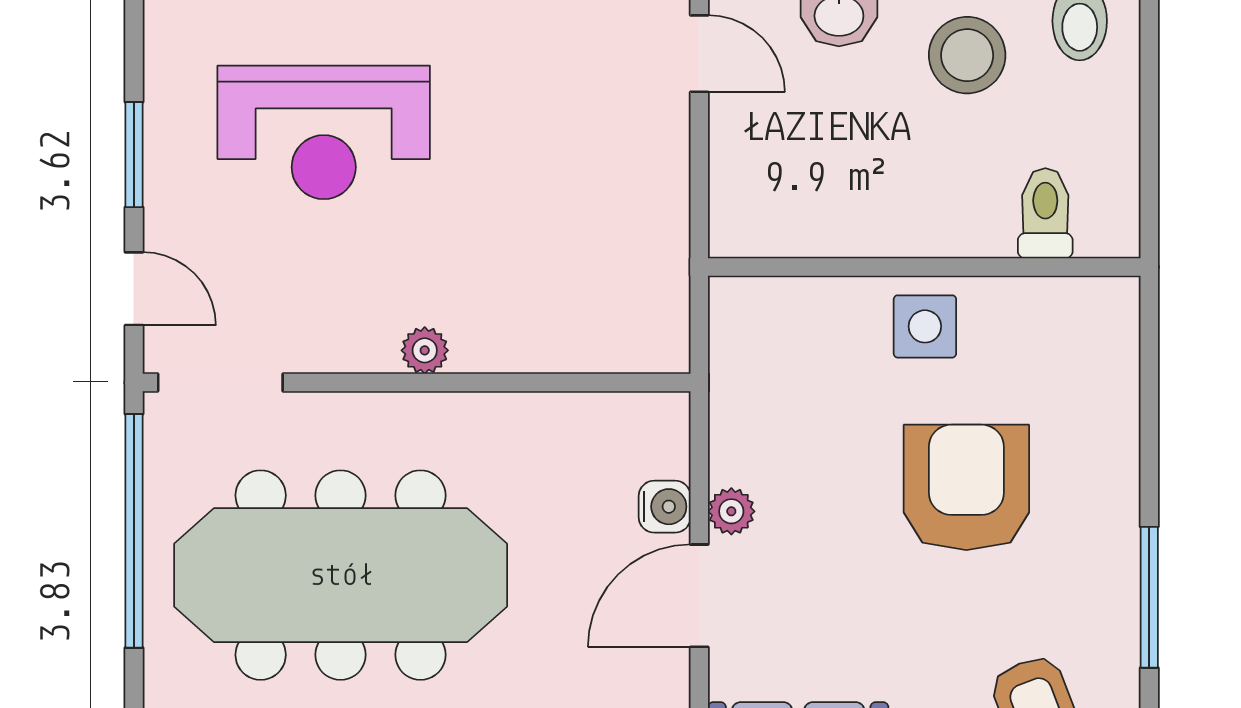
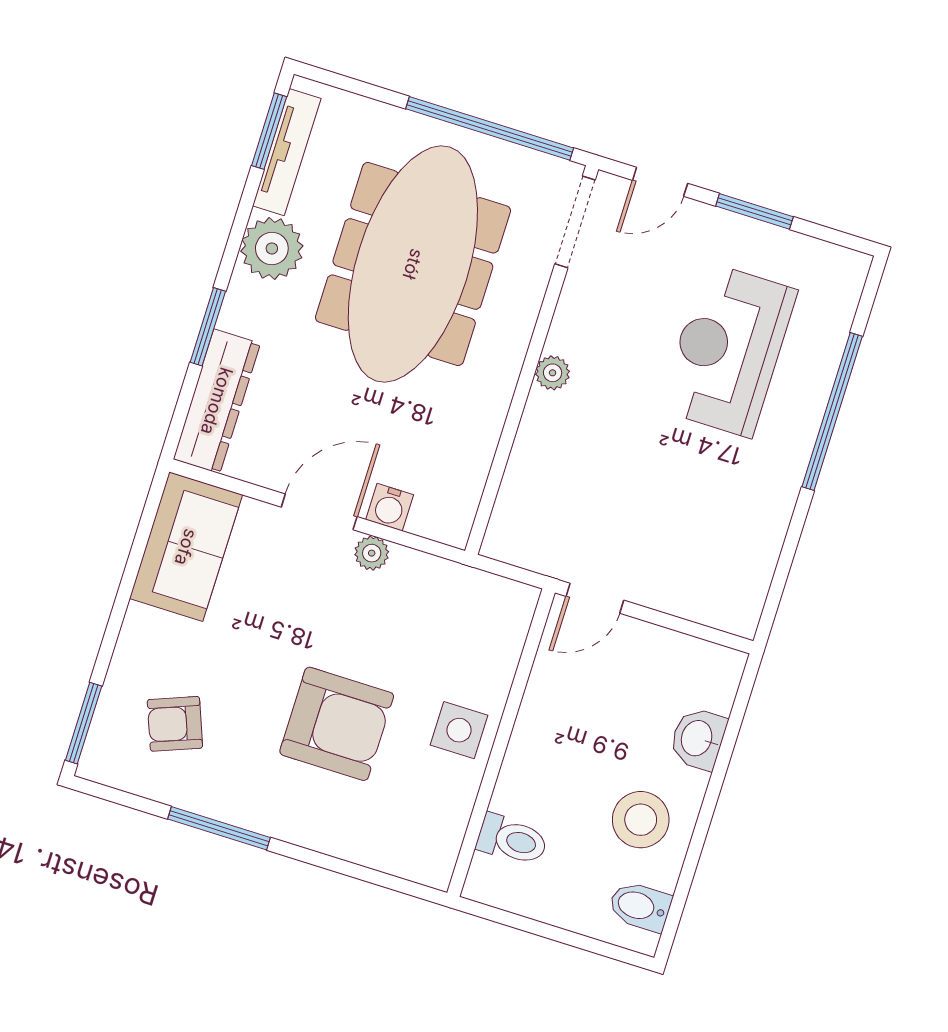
door: (699, 54) -> (595, 598), moved
door: (699, 596) -> (319, 512), hinge flipped

